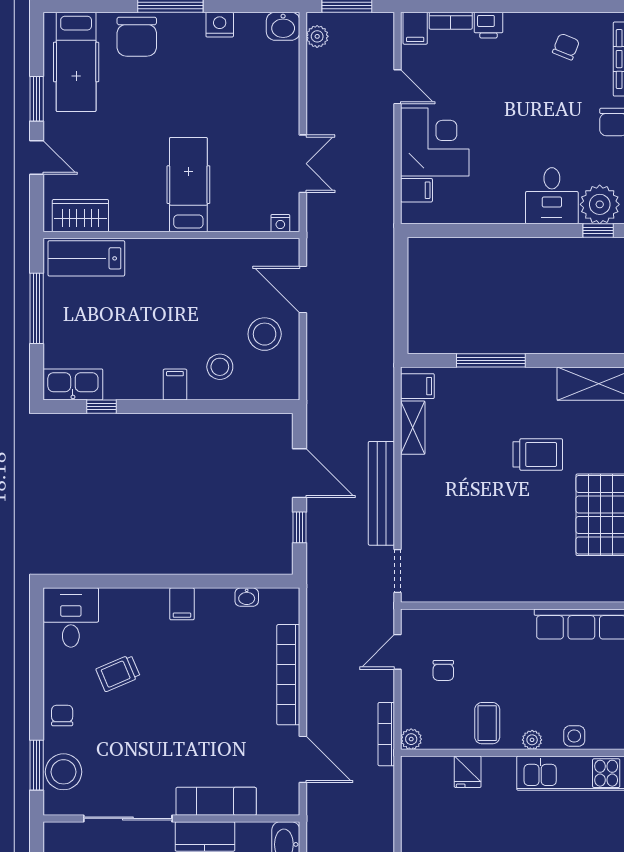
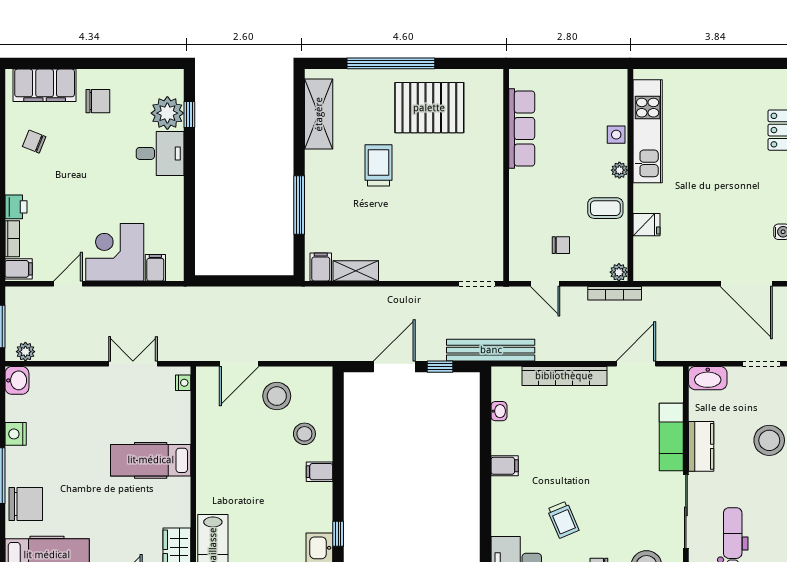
bench: (381, 493) -> (491, 350), moved

